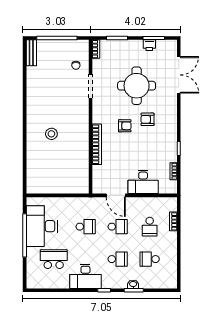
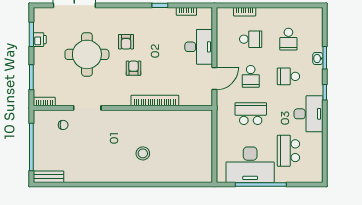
school desk: (86, 227) -> (251, 114), width x1.85
school desk: (118, 227) -> (251, 76), turned 180
school desk: (118, 259) -> (288, 76), turned -90

